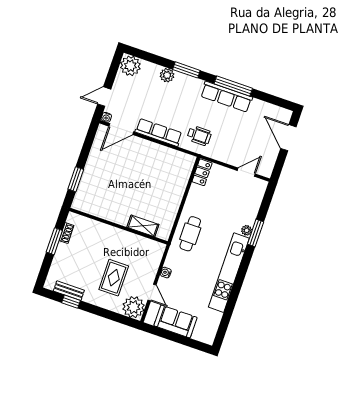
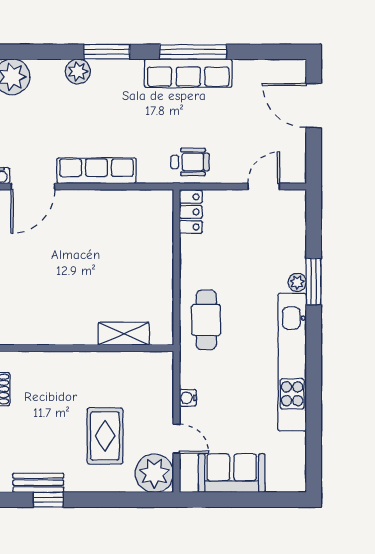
wheelchair: (199, 136) -> (190, 162), moved

